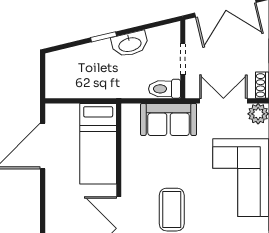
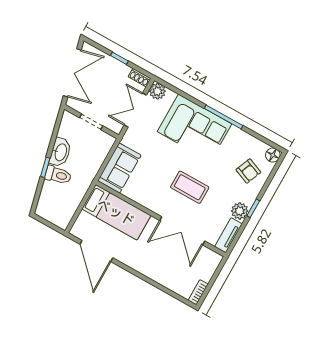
toilet: (164, 89) -> (58, 175), moved, turned -103
sofa: (169, 119) -> (119, 168), moved

